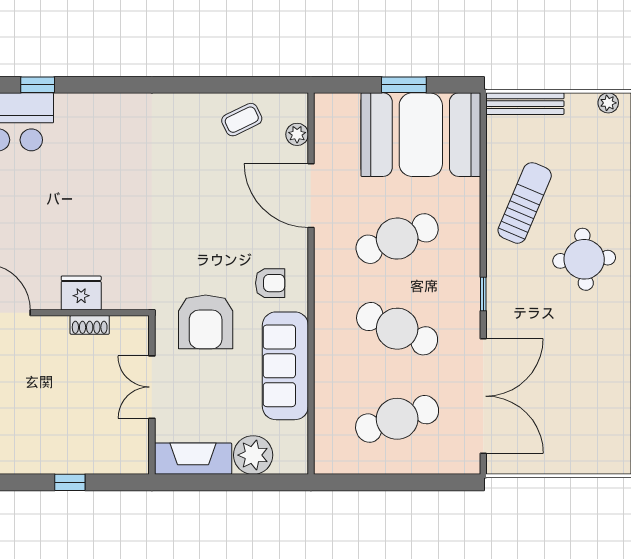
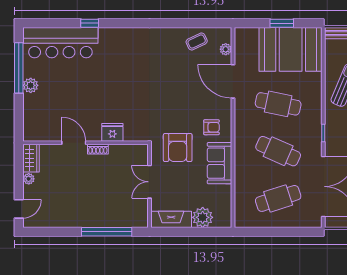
cafe table: (397, 239) -> (278, 104), turned 33
shoe rack: (90, 325) -> (98, 149), moved
sofa: (285, 366) -> (219, 163), width x0.73
window: (70, 482) -> (107, 232), width x3.17

